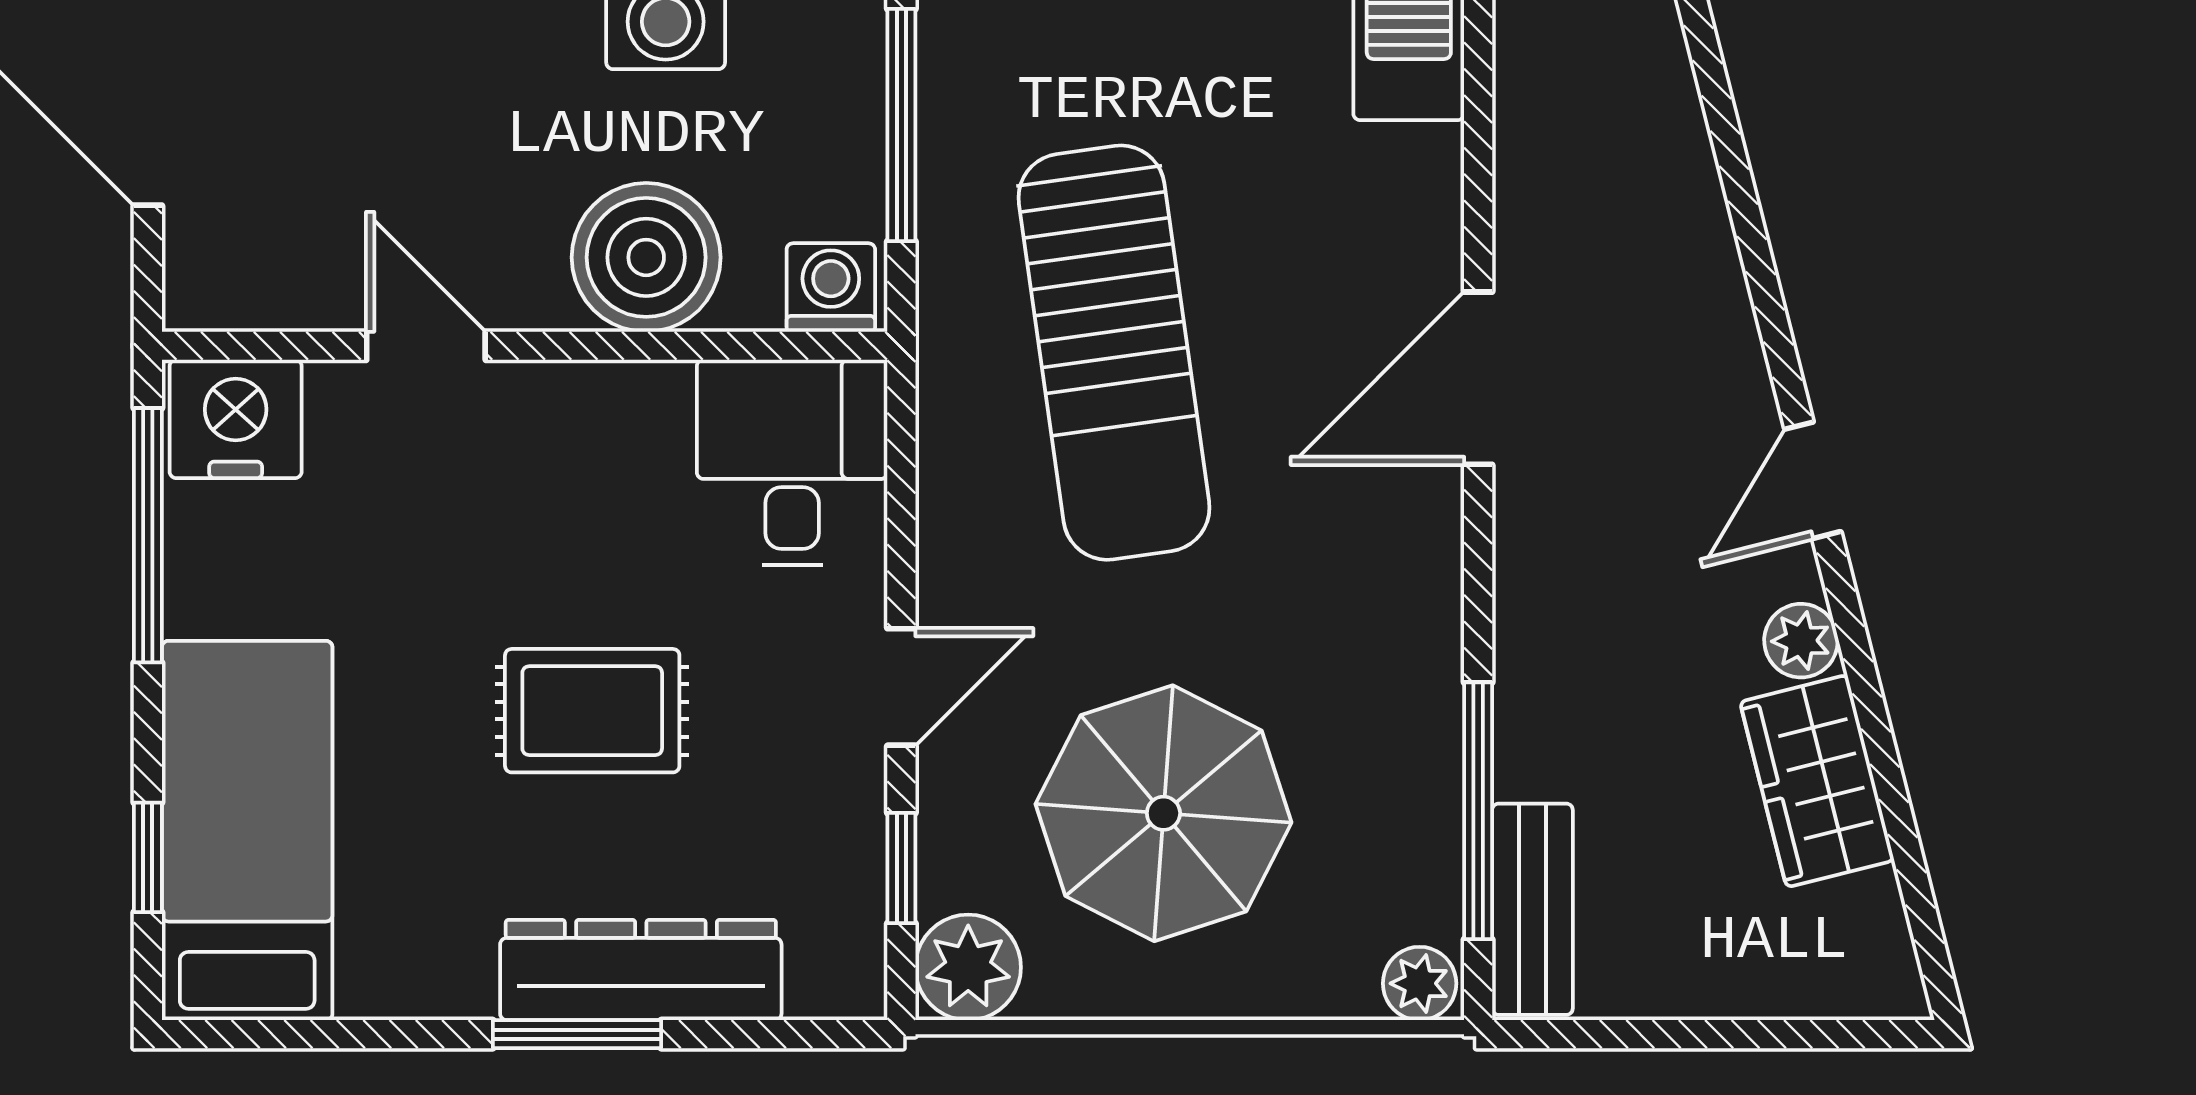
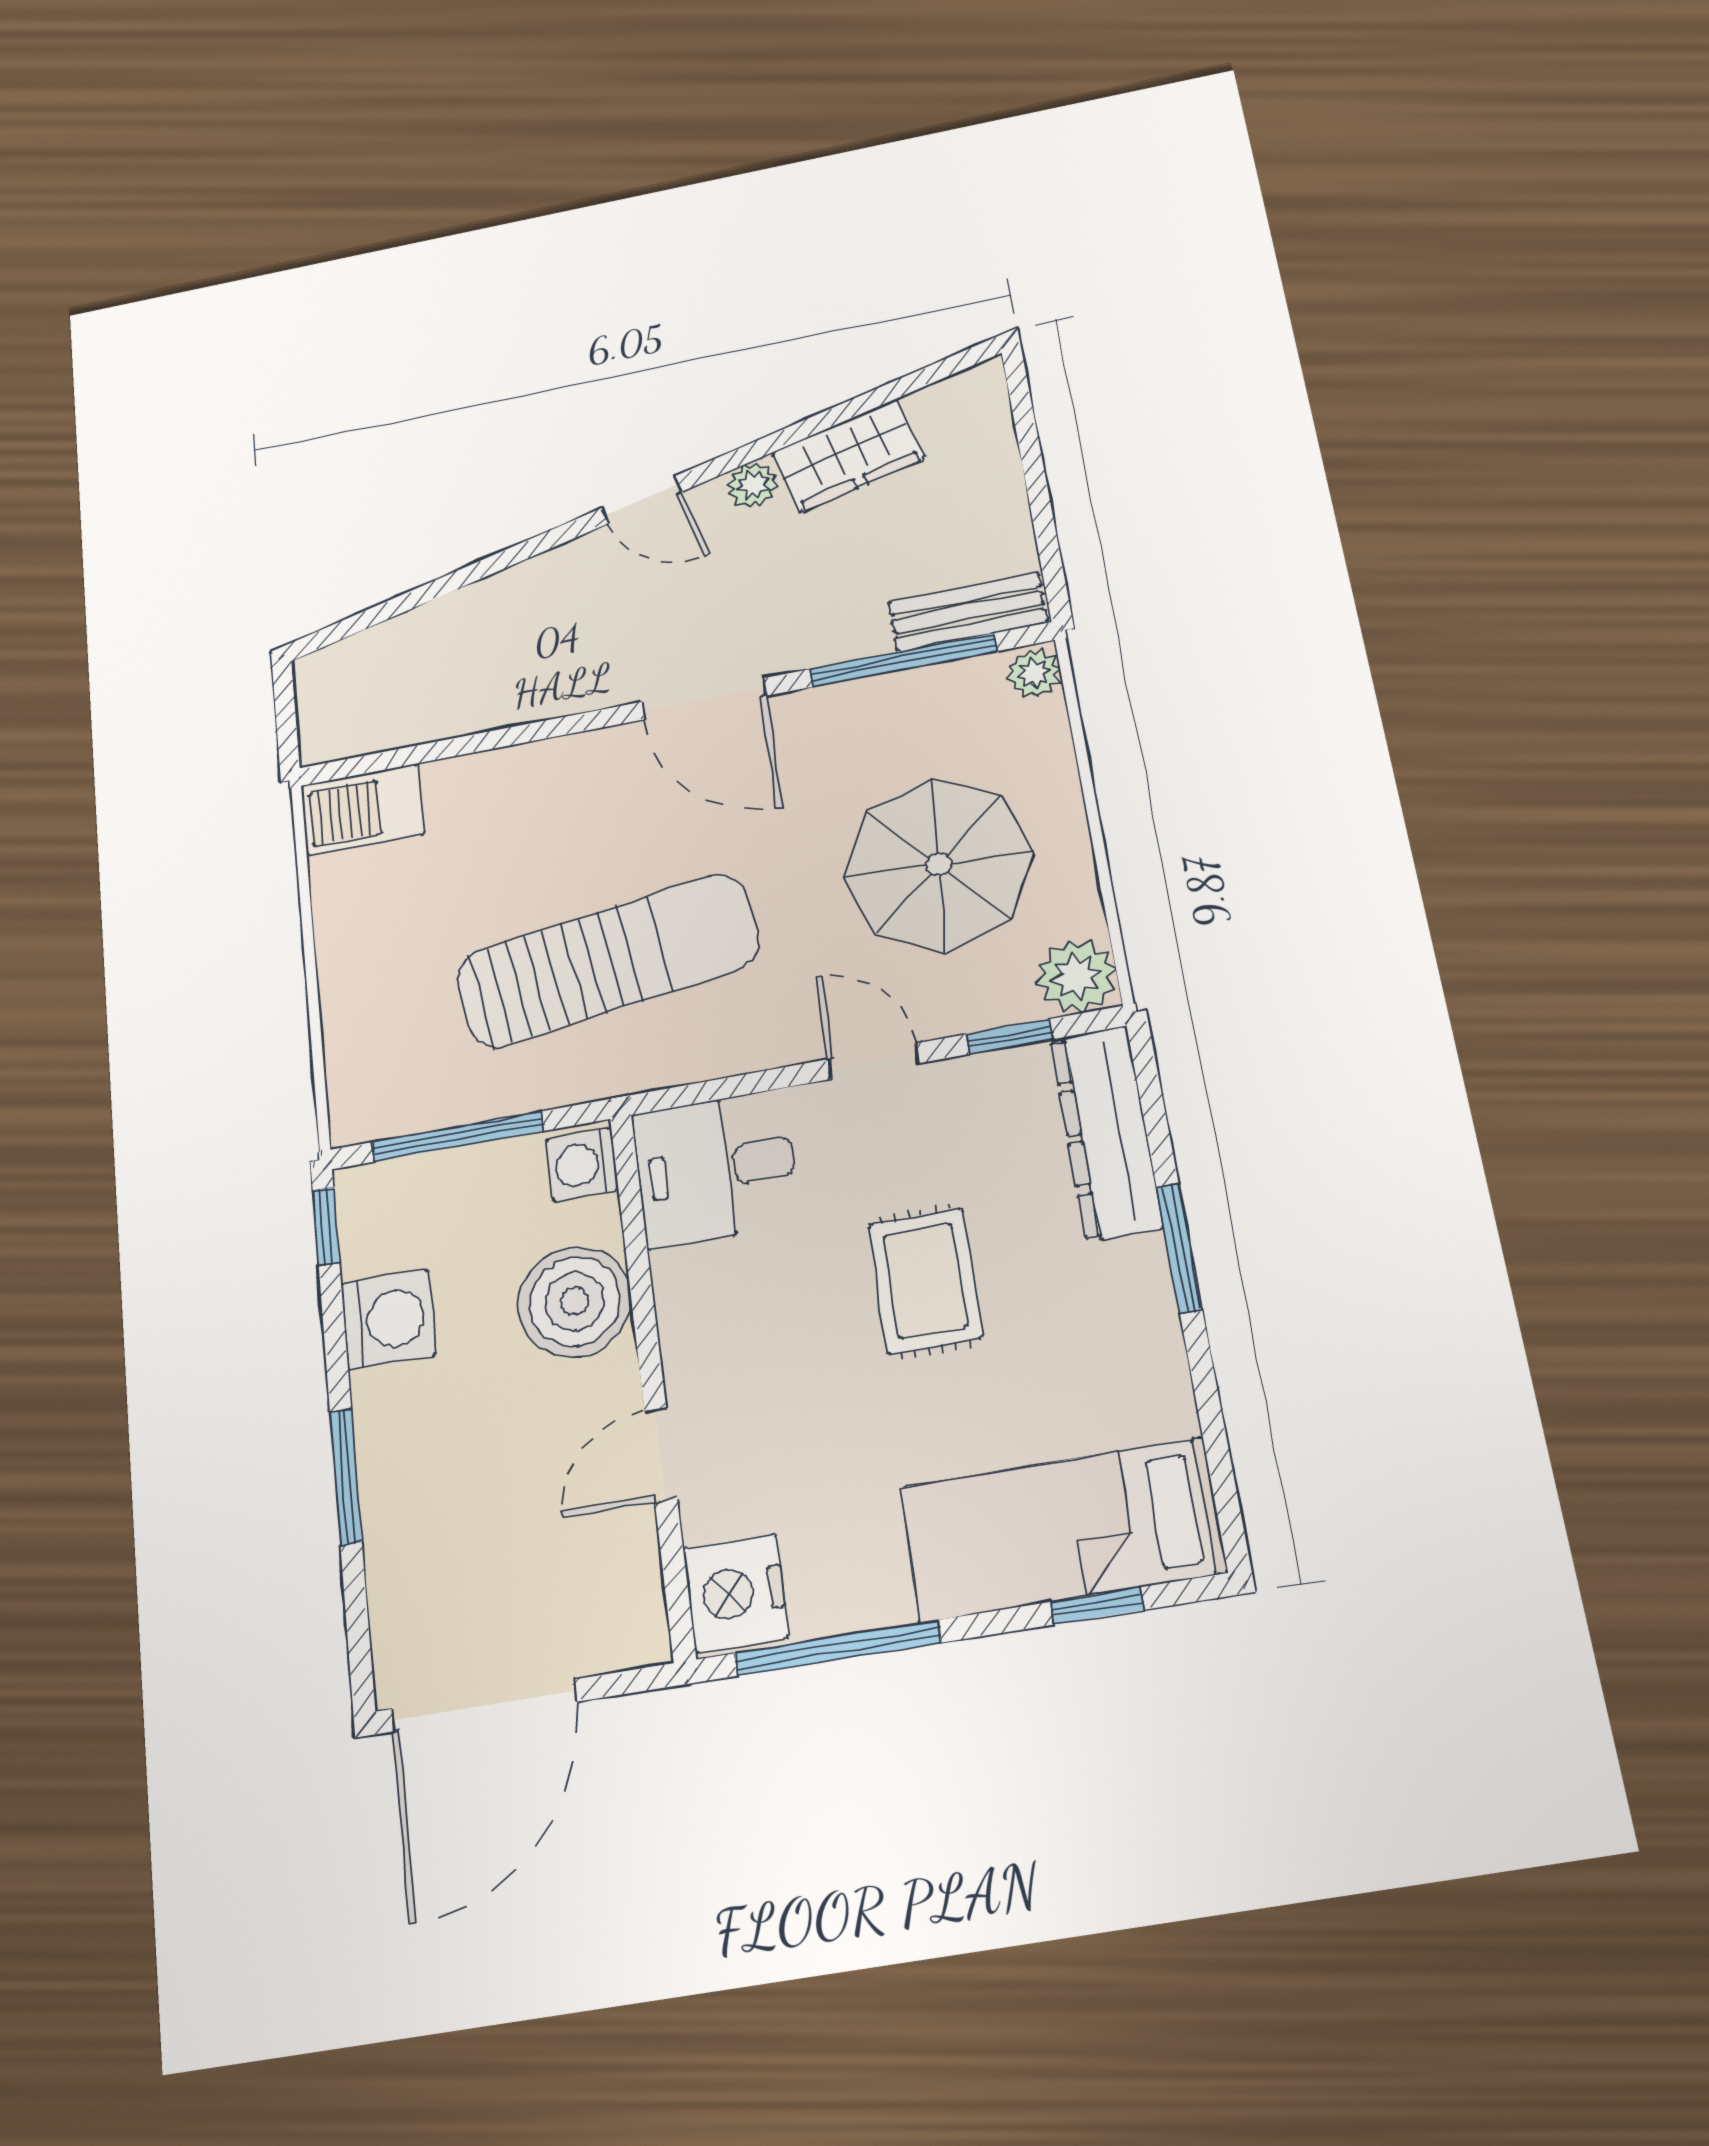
door: (1478, 378) -> (704, 699), moved
dresser: (641, 970) -> (1106, 1133), moved

